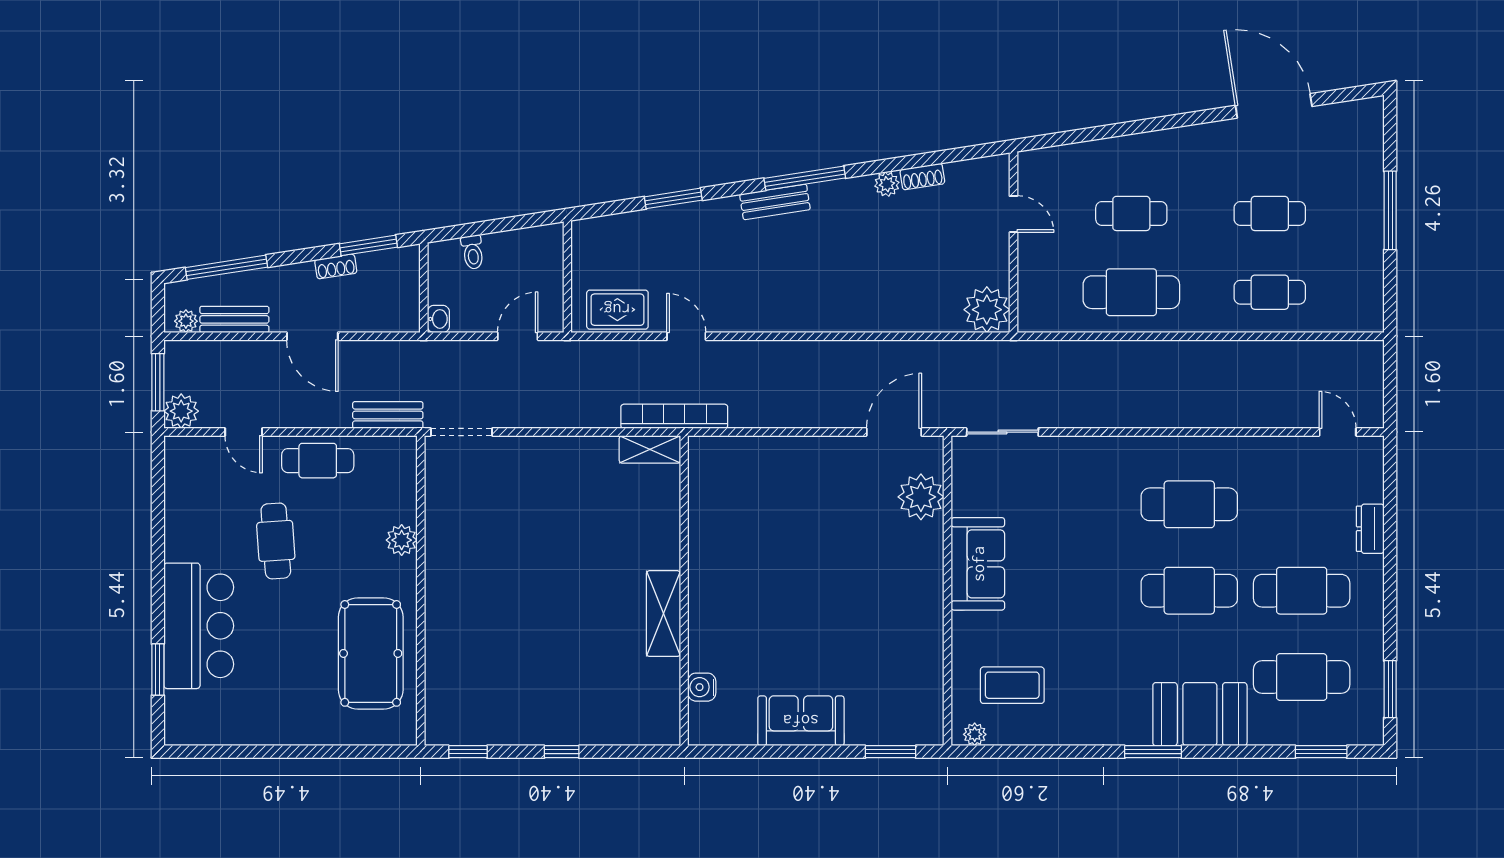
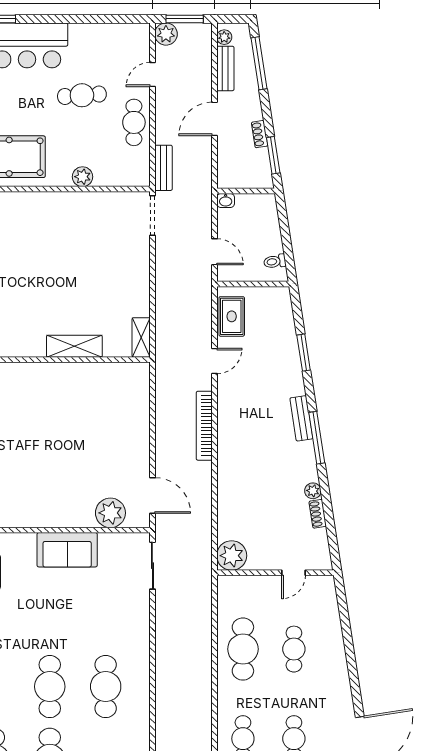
toilet: (473, 252) -> (275, 261), moved
bookcase: (674, 416) -> (204, 426), moved, turned 180
shelving: (663, 614) -> (74, 346), moved

